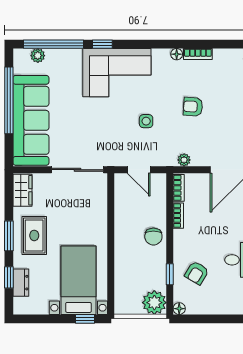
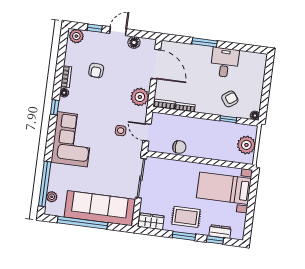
window: (102, 44) -> (55, 107), moved
armchair: (193, 107) -> (96, 70), moved
side table: (146, 121) -> (121, 131), moved
plant: (184, 160) -> (140, 97), width x1.88, depth x1.88
door: (139, 170) -> (147, 132), swing flipped
chair: (153, 237) -> (179, 147), moved
armchair: (197, 273) -> (230, 99), turned -67
plant: (154, 303) -> (246, 145), moved
window: (85, 319) -> (253, 187), removed

